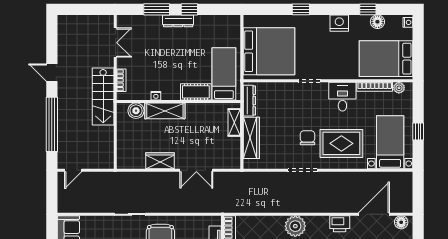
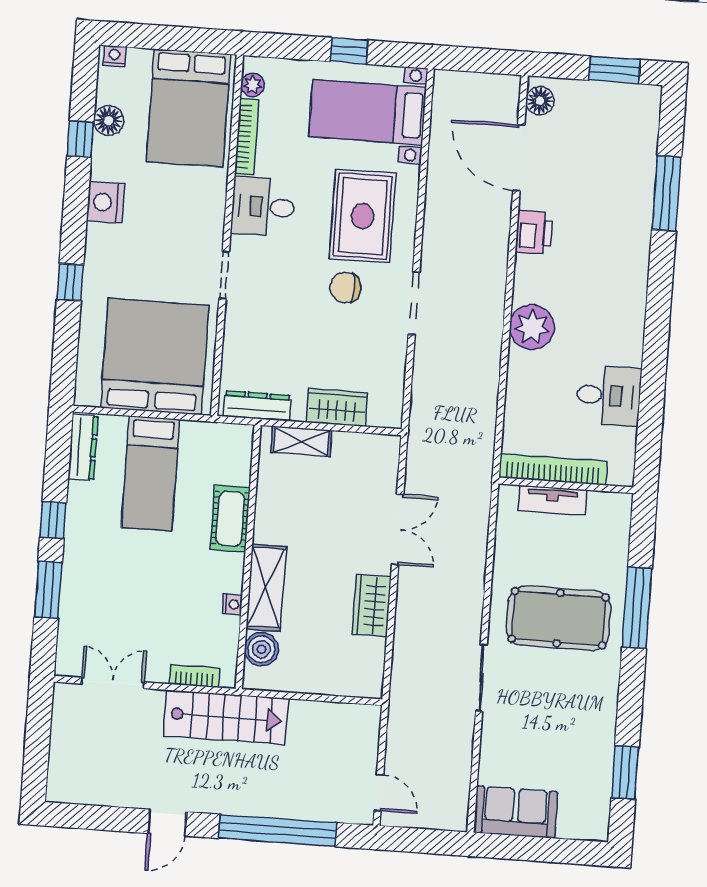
dresser: (178, 21) -> (83, 447), moved
bed: (224, 74) -> (151, 473), moved, turned -90
wardrobe: (251, 138) -> (337, 407), width x0.67

